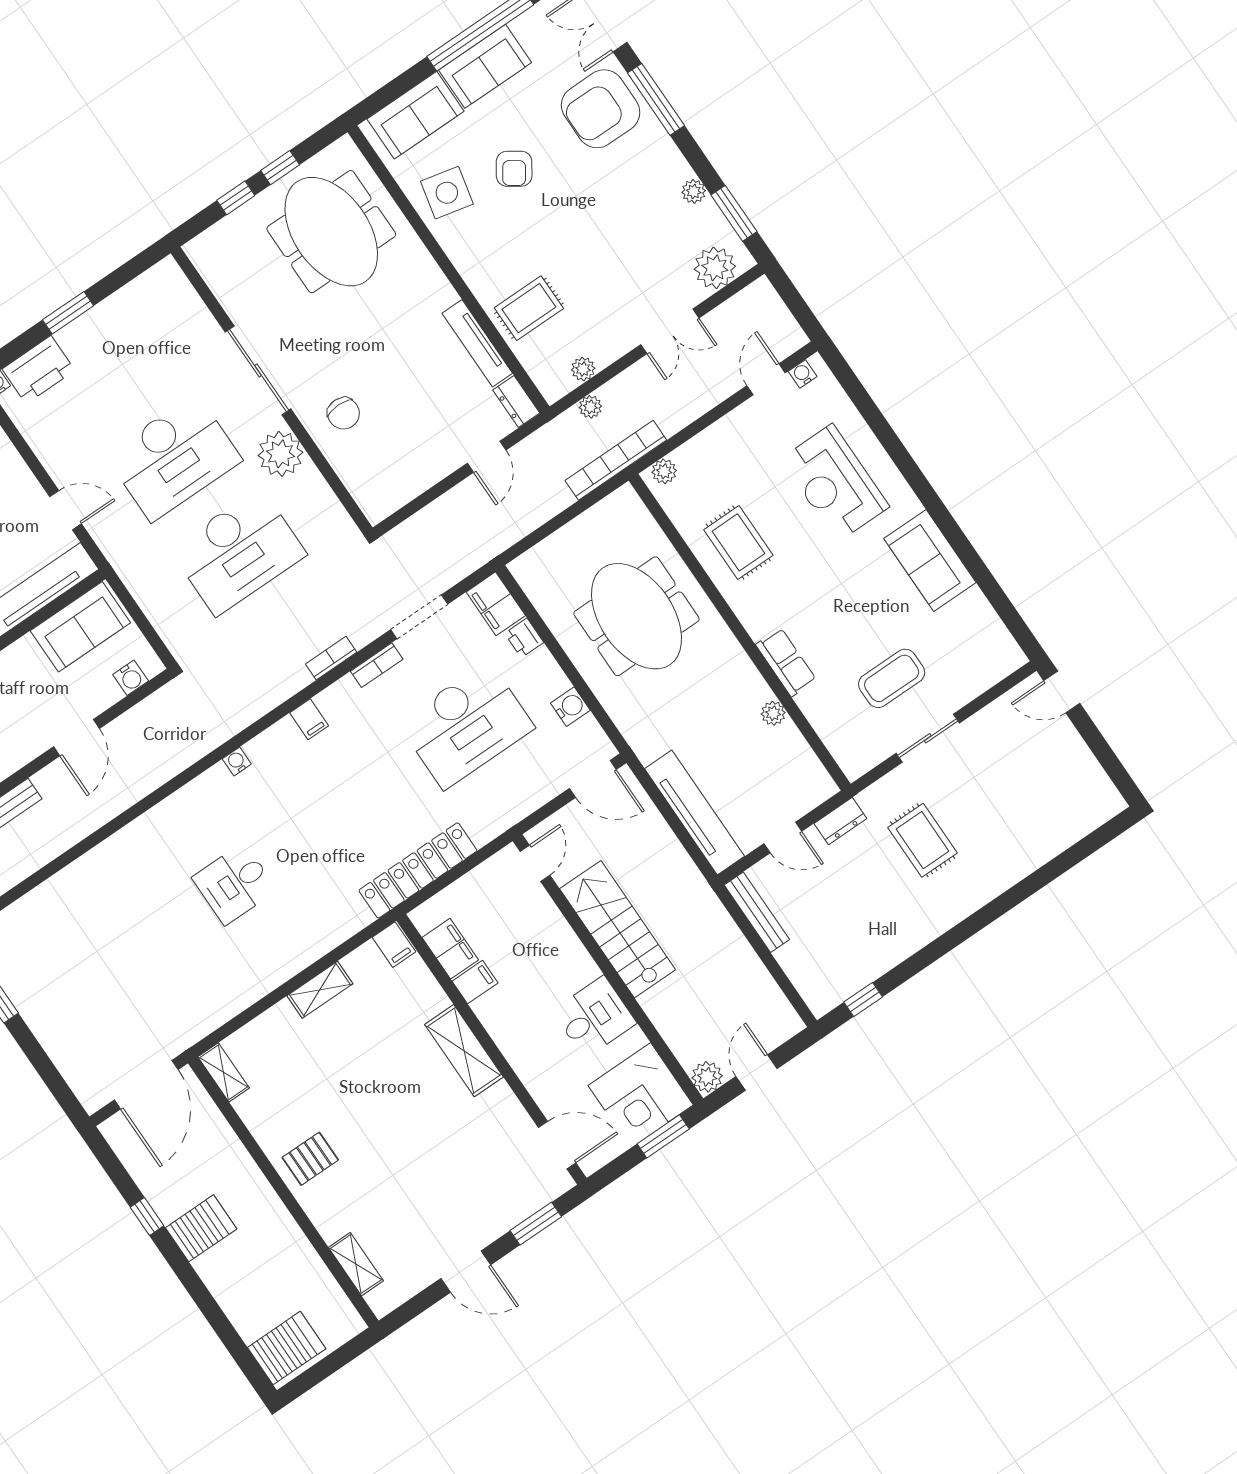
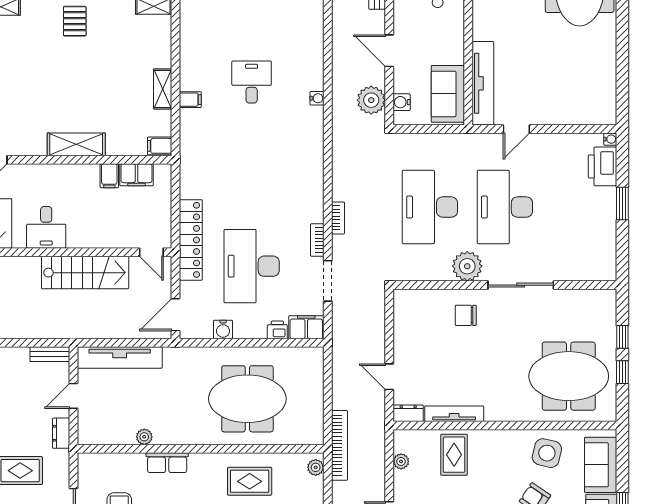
plant: (590, 407) -> (371, 100), moved, width x1.88, depth x1.88
filing cabinet: (309, 719) -> (190, 100), moved, turned 180
water cooler: (237, 761) -> (317, 98), moved
locker: (418, 870) -> (191, 240), moved
bench: (757, 912) -> (50, 354), width x0.73

